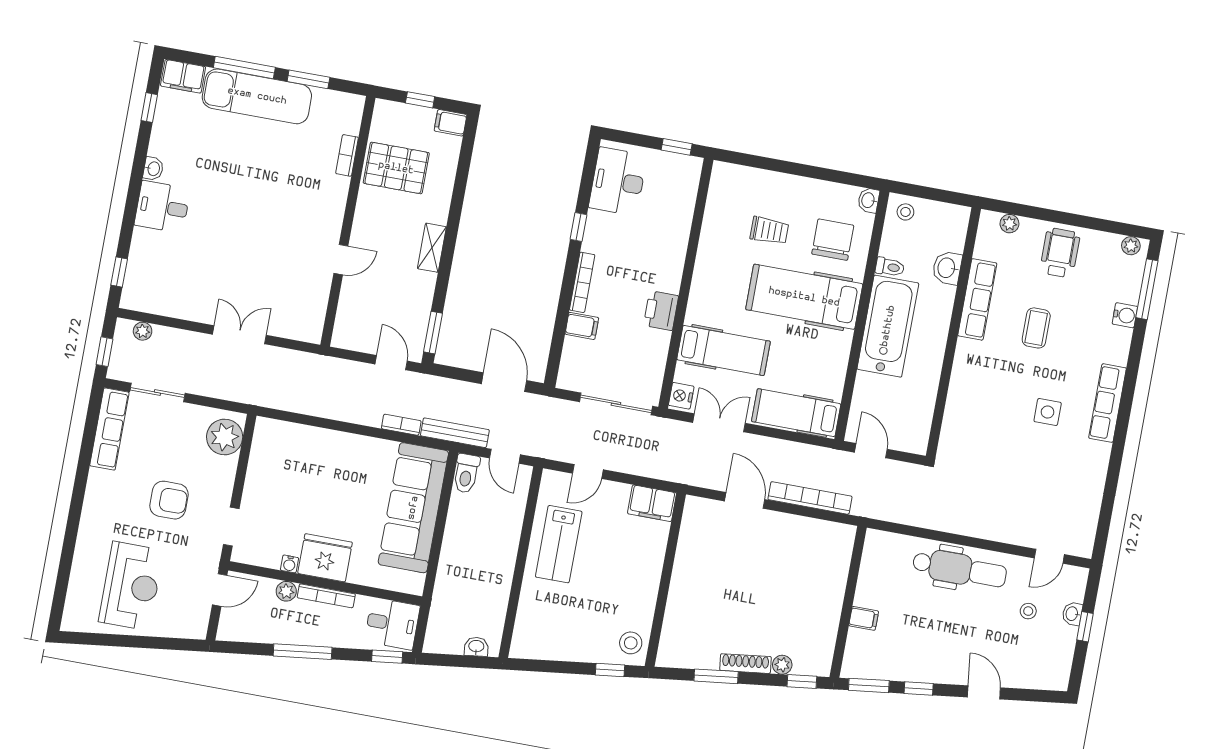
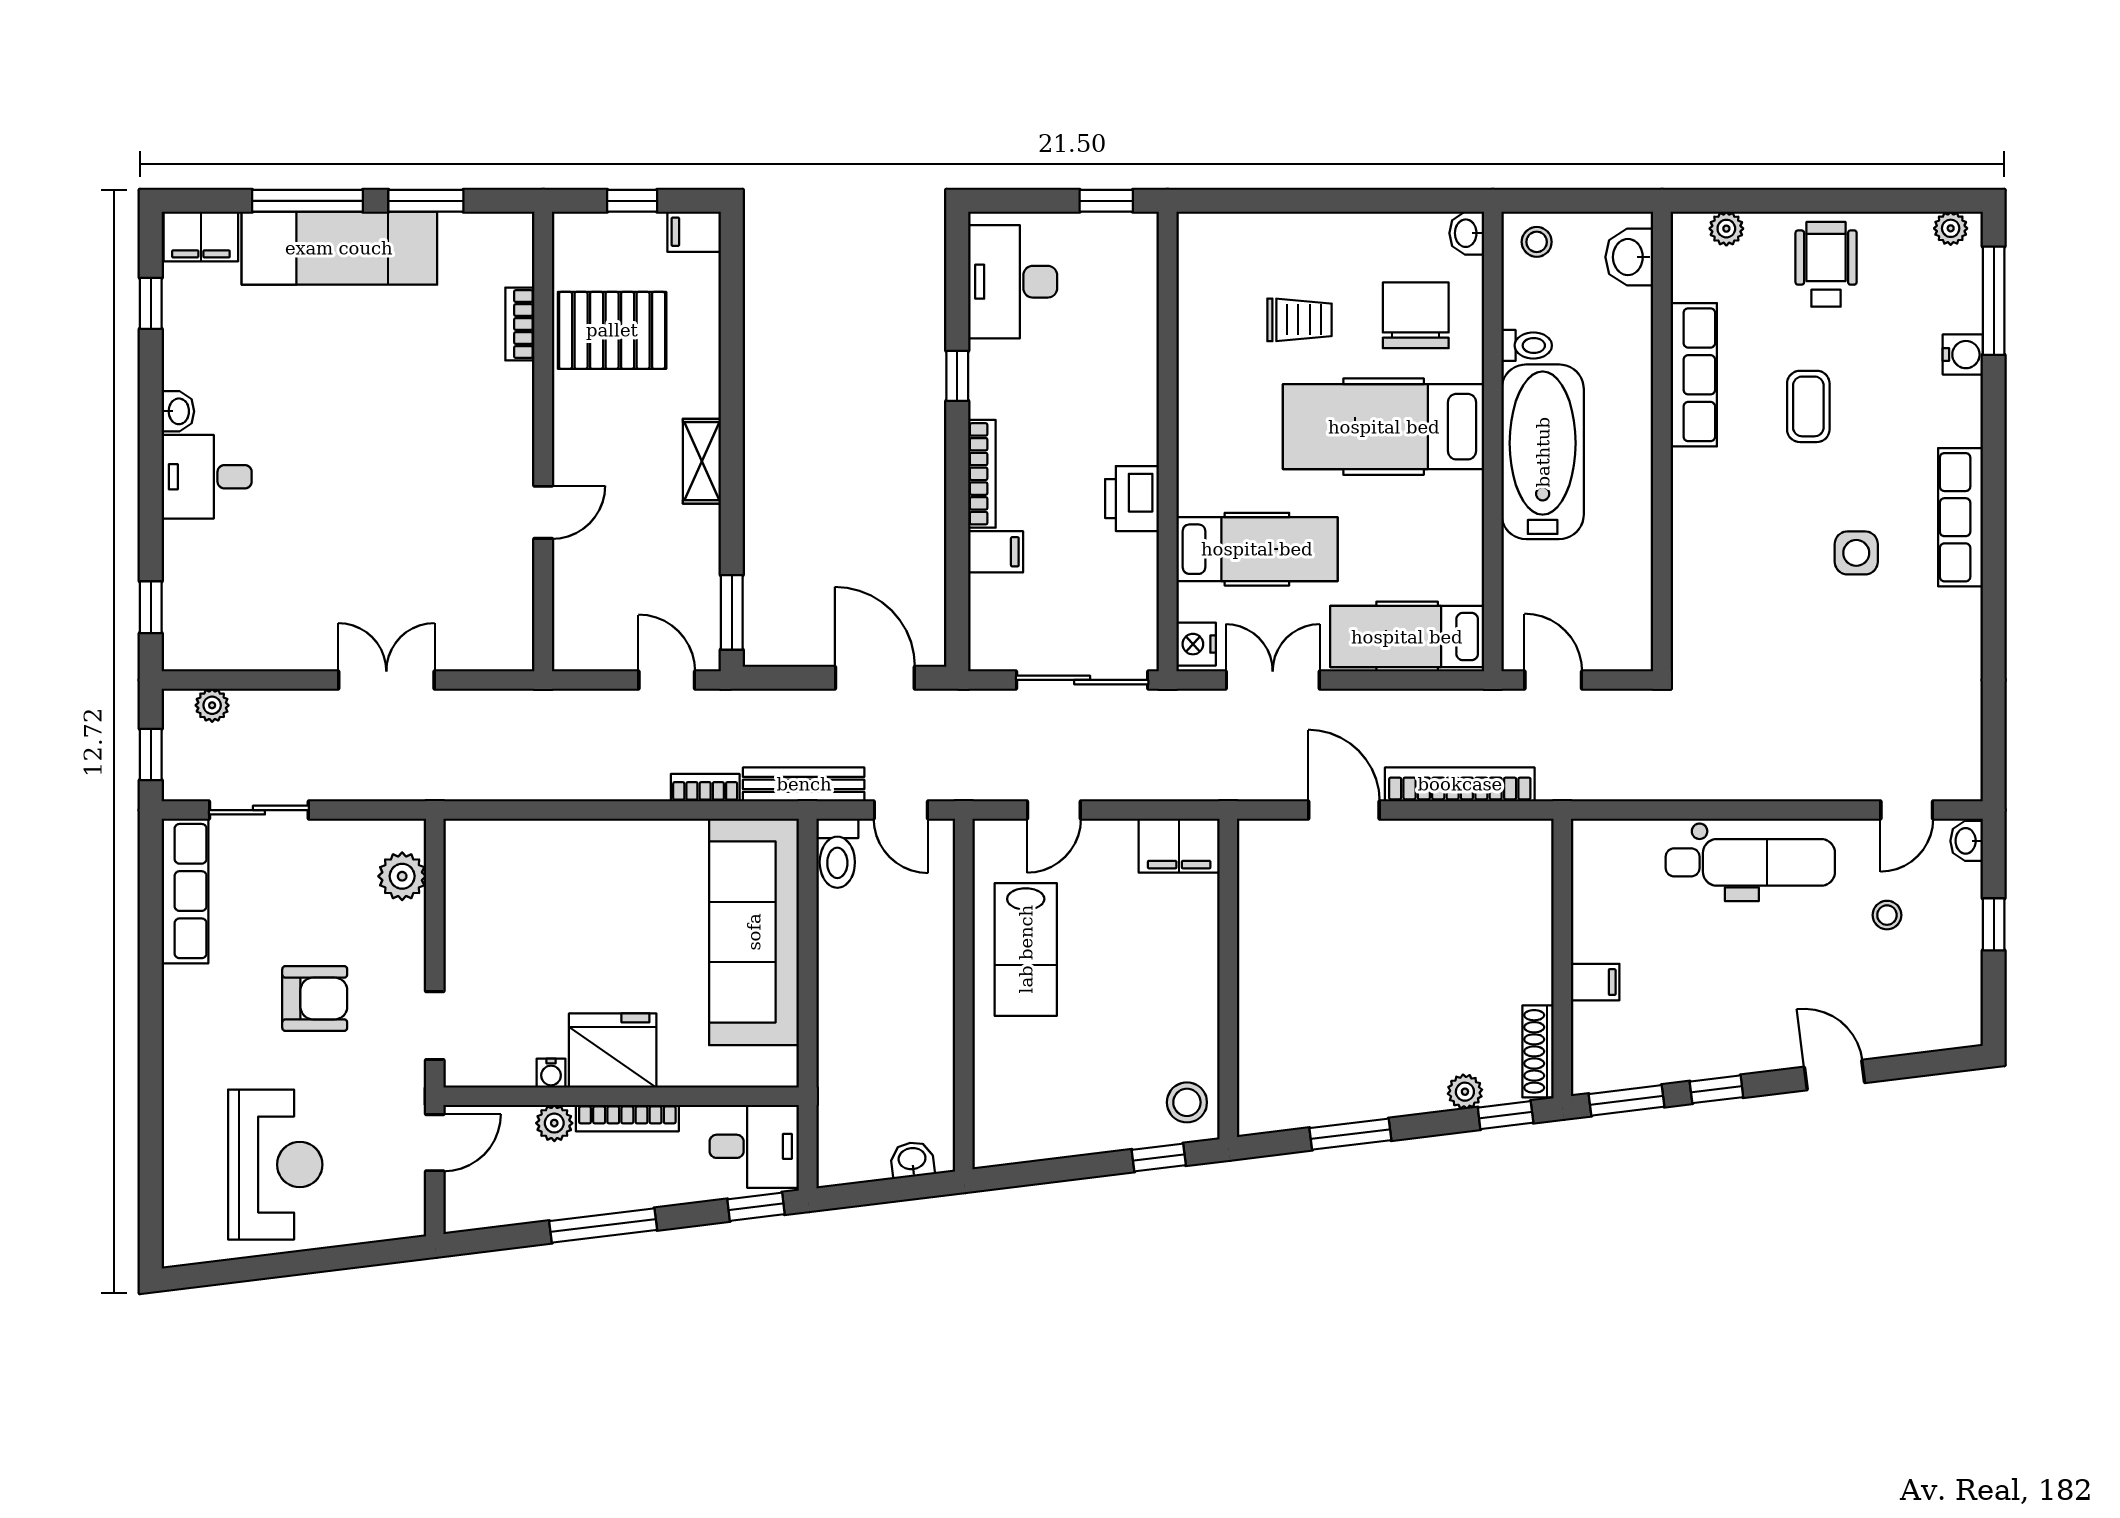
washbasin: (947, 268) -> (1629, 257), moved
plant: (225, 437) -> (402, 876), width x0.73, depth x0.73
washbasin: (1072, 614) -> (1967, 841), moved
shoe rack: (745, 664) -> (1538, 1051), moved, turned -83

